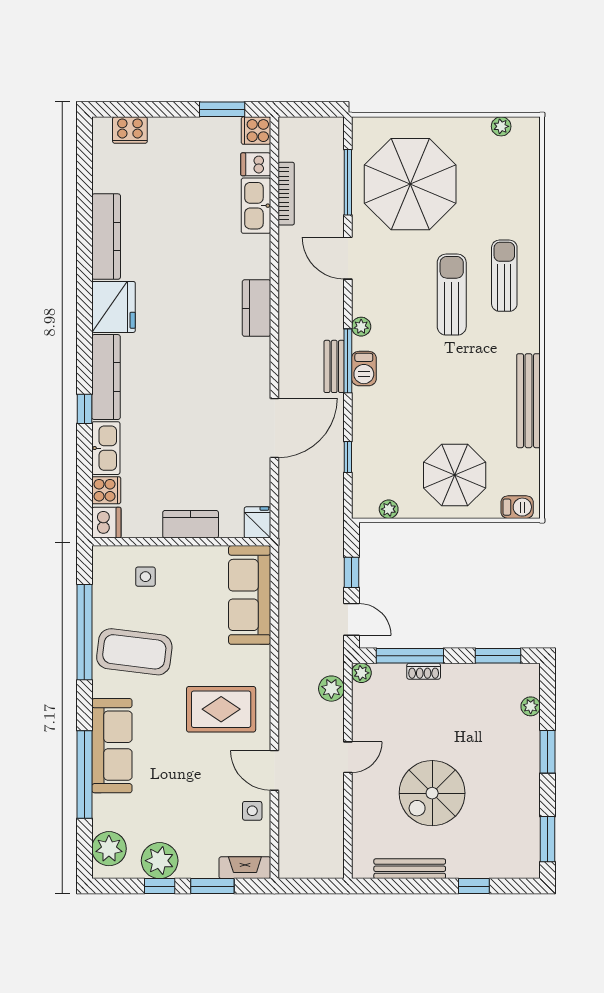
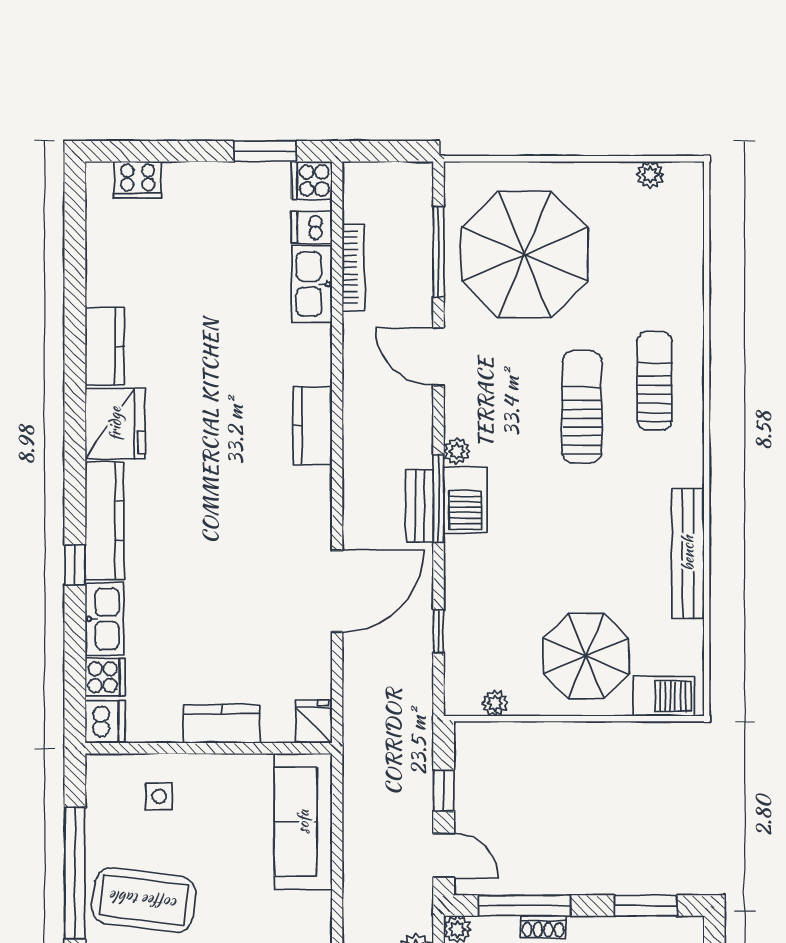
kitchen counter: (106, 237) -> (105, 346), width x0.67
barbecue: (364, 369) -> (465, 500), width x1.38, depth x1.27
barbecue: (517, 507) -> (664, 696), width x1.38, depth x1.27

